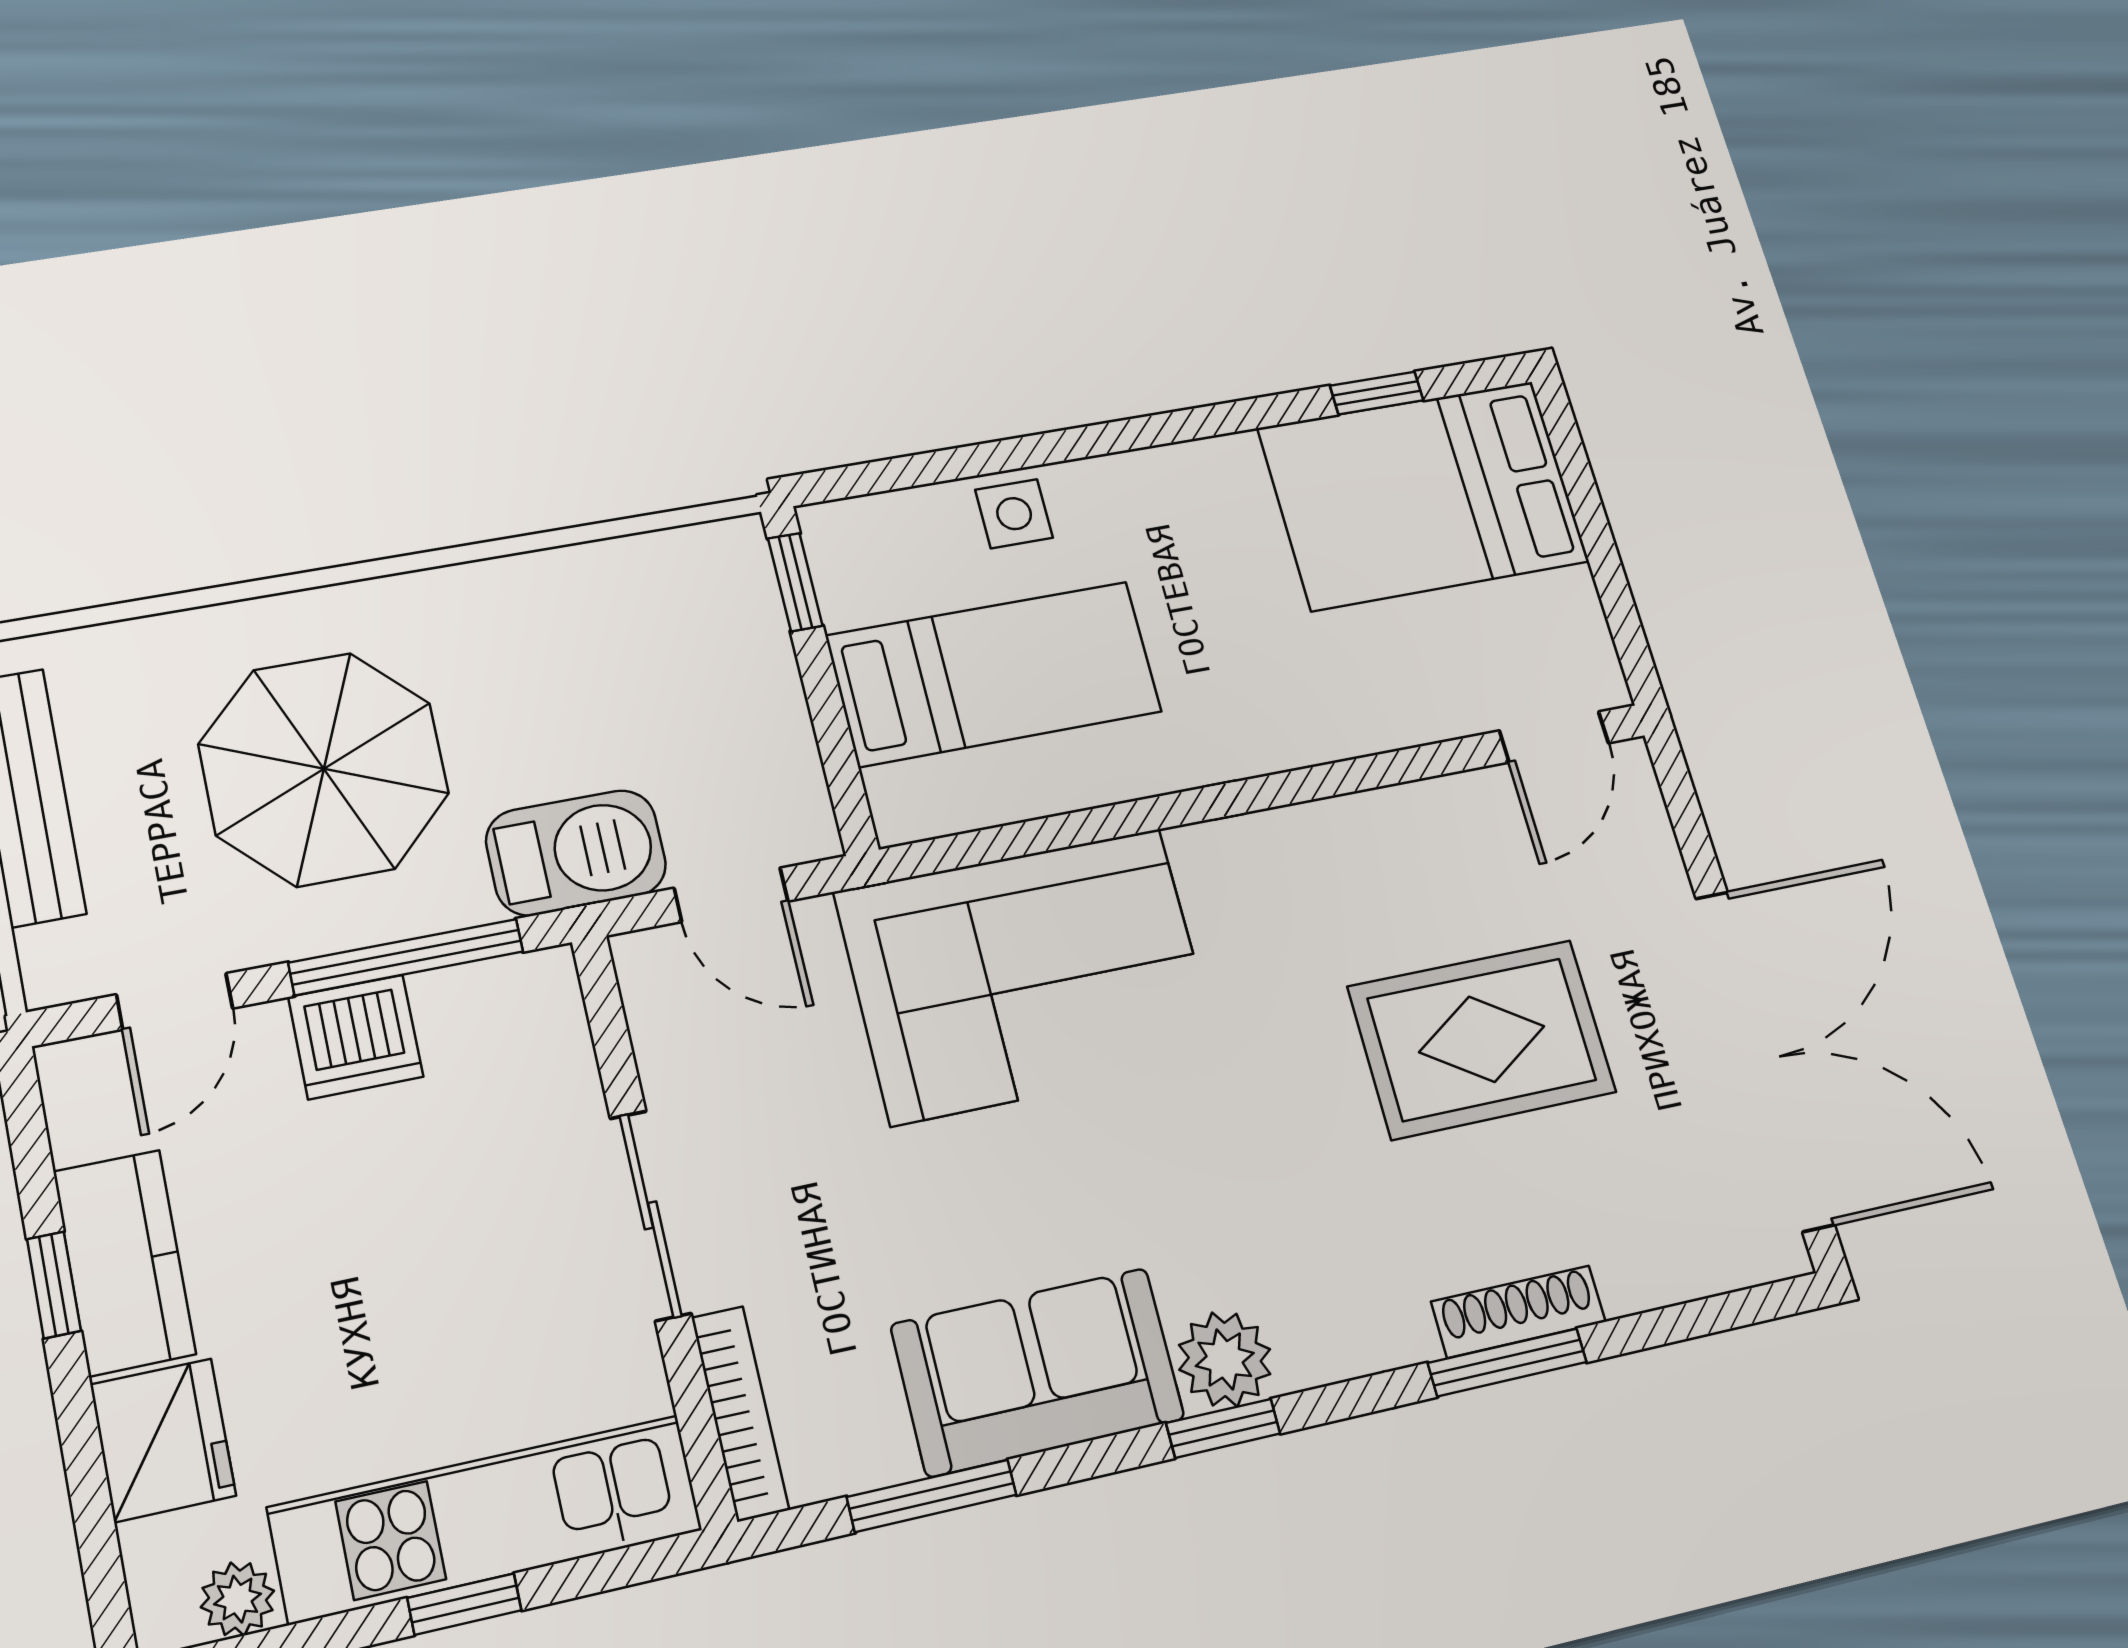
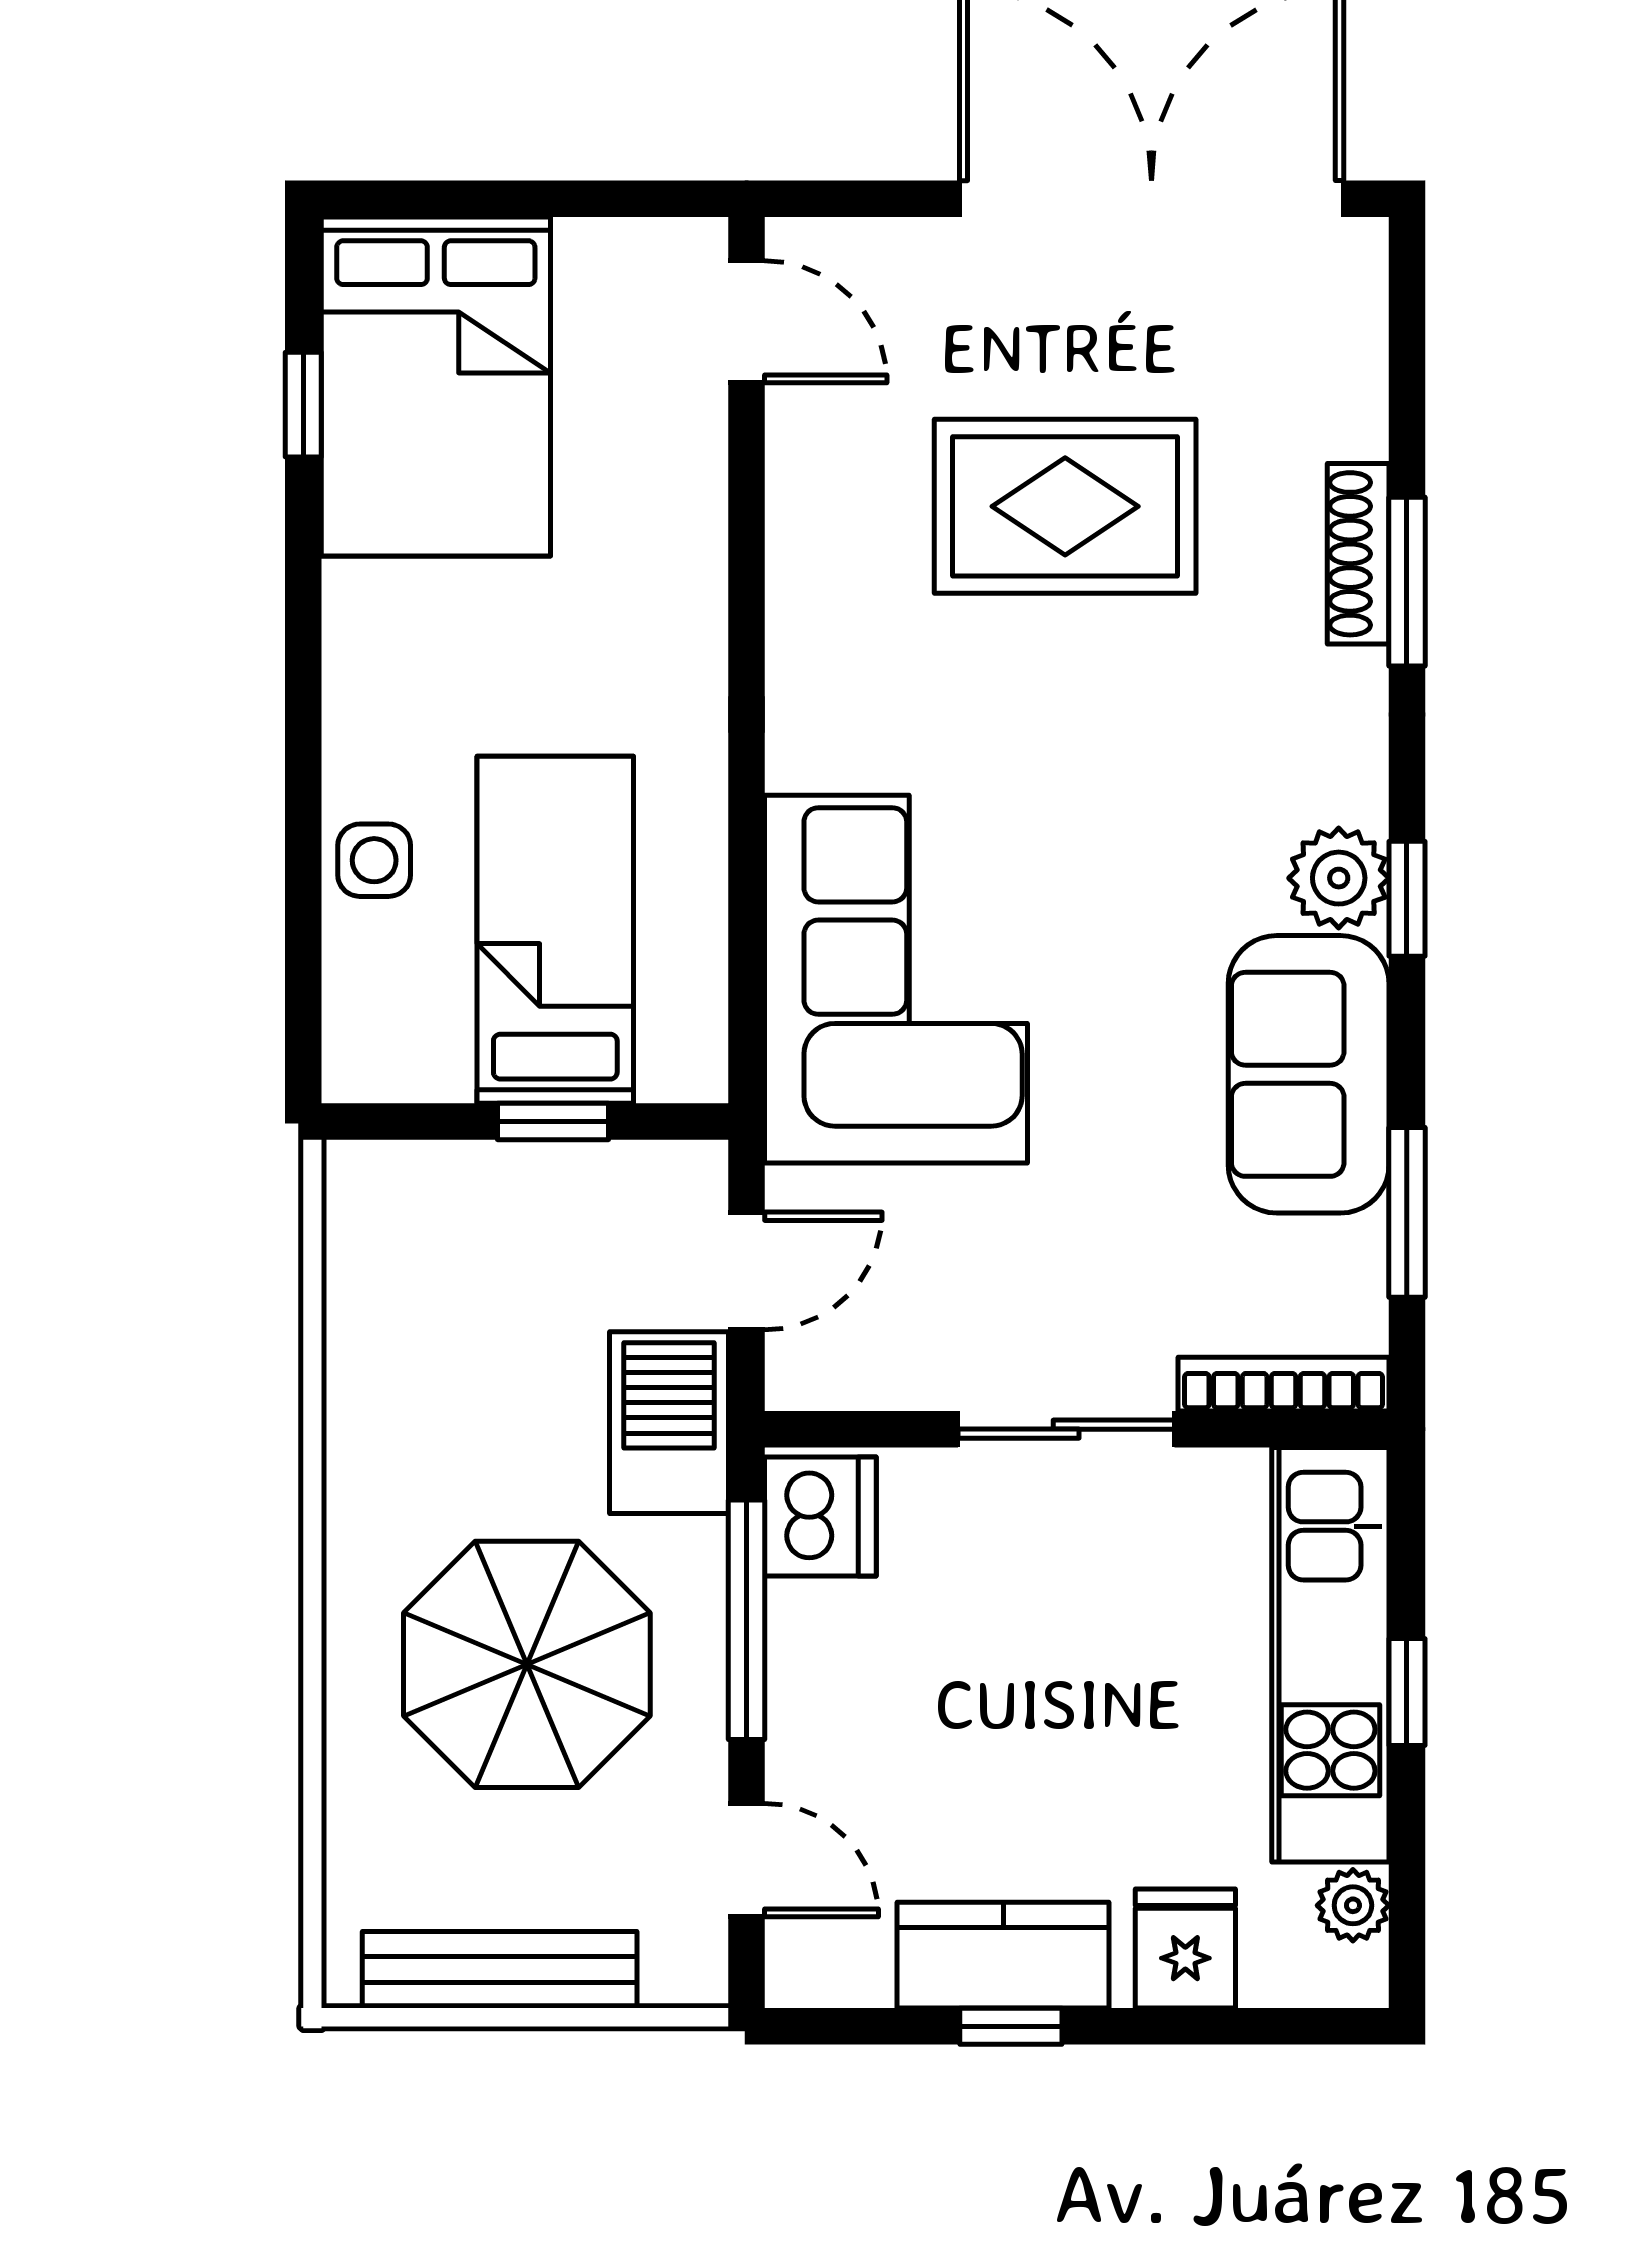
window: (795, 582) -> (553, 1122), moved
dishwasher: (356, 1037) -> (820, 1517), moved
rug: (1482, 1039) -> (1065, 506), turned 90
fridge: (163, 1440) -> (1185, 1949), width x0.72

